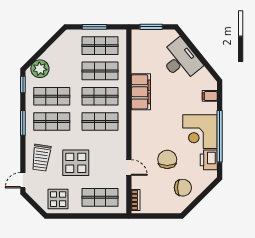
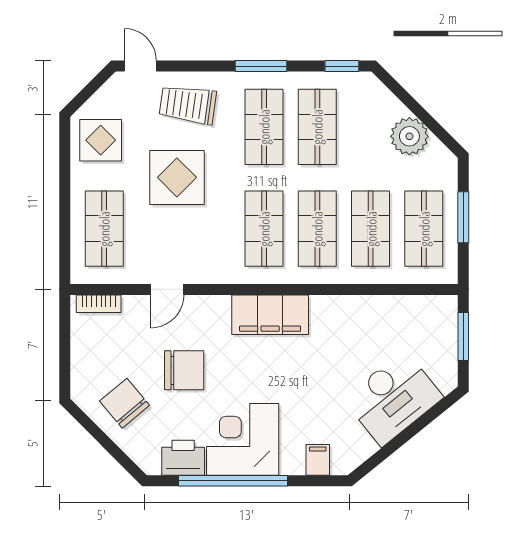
plant: (40, 69) -> (409, 136), moved
filing cabinet: (141, 92) -> (270, 315), moved
chair: (183, 188) -> (125, 403), turned 140

